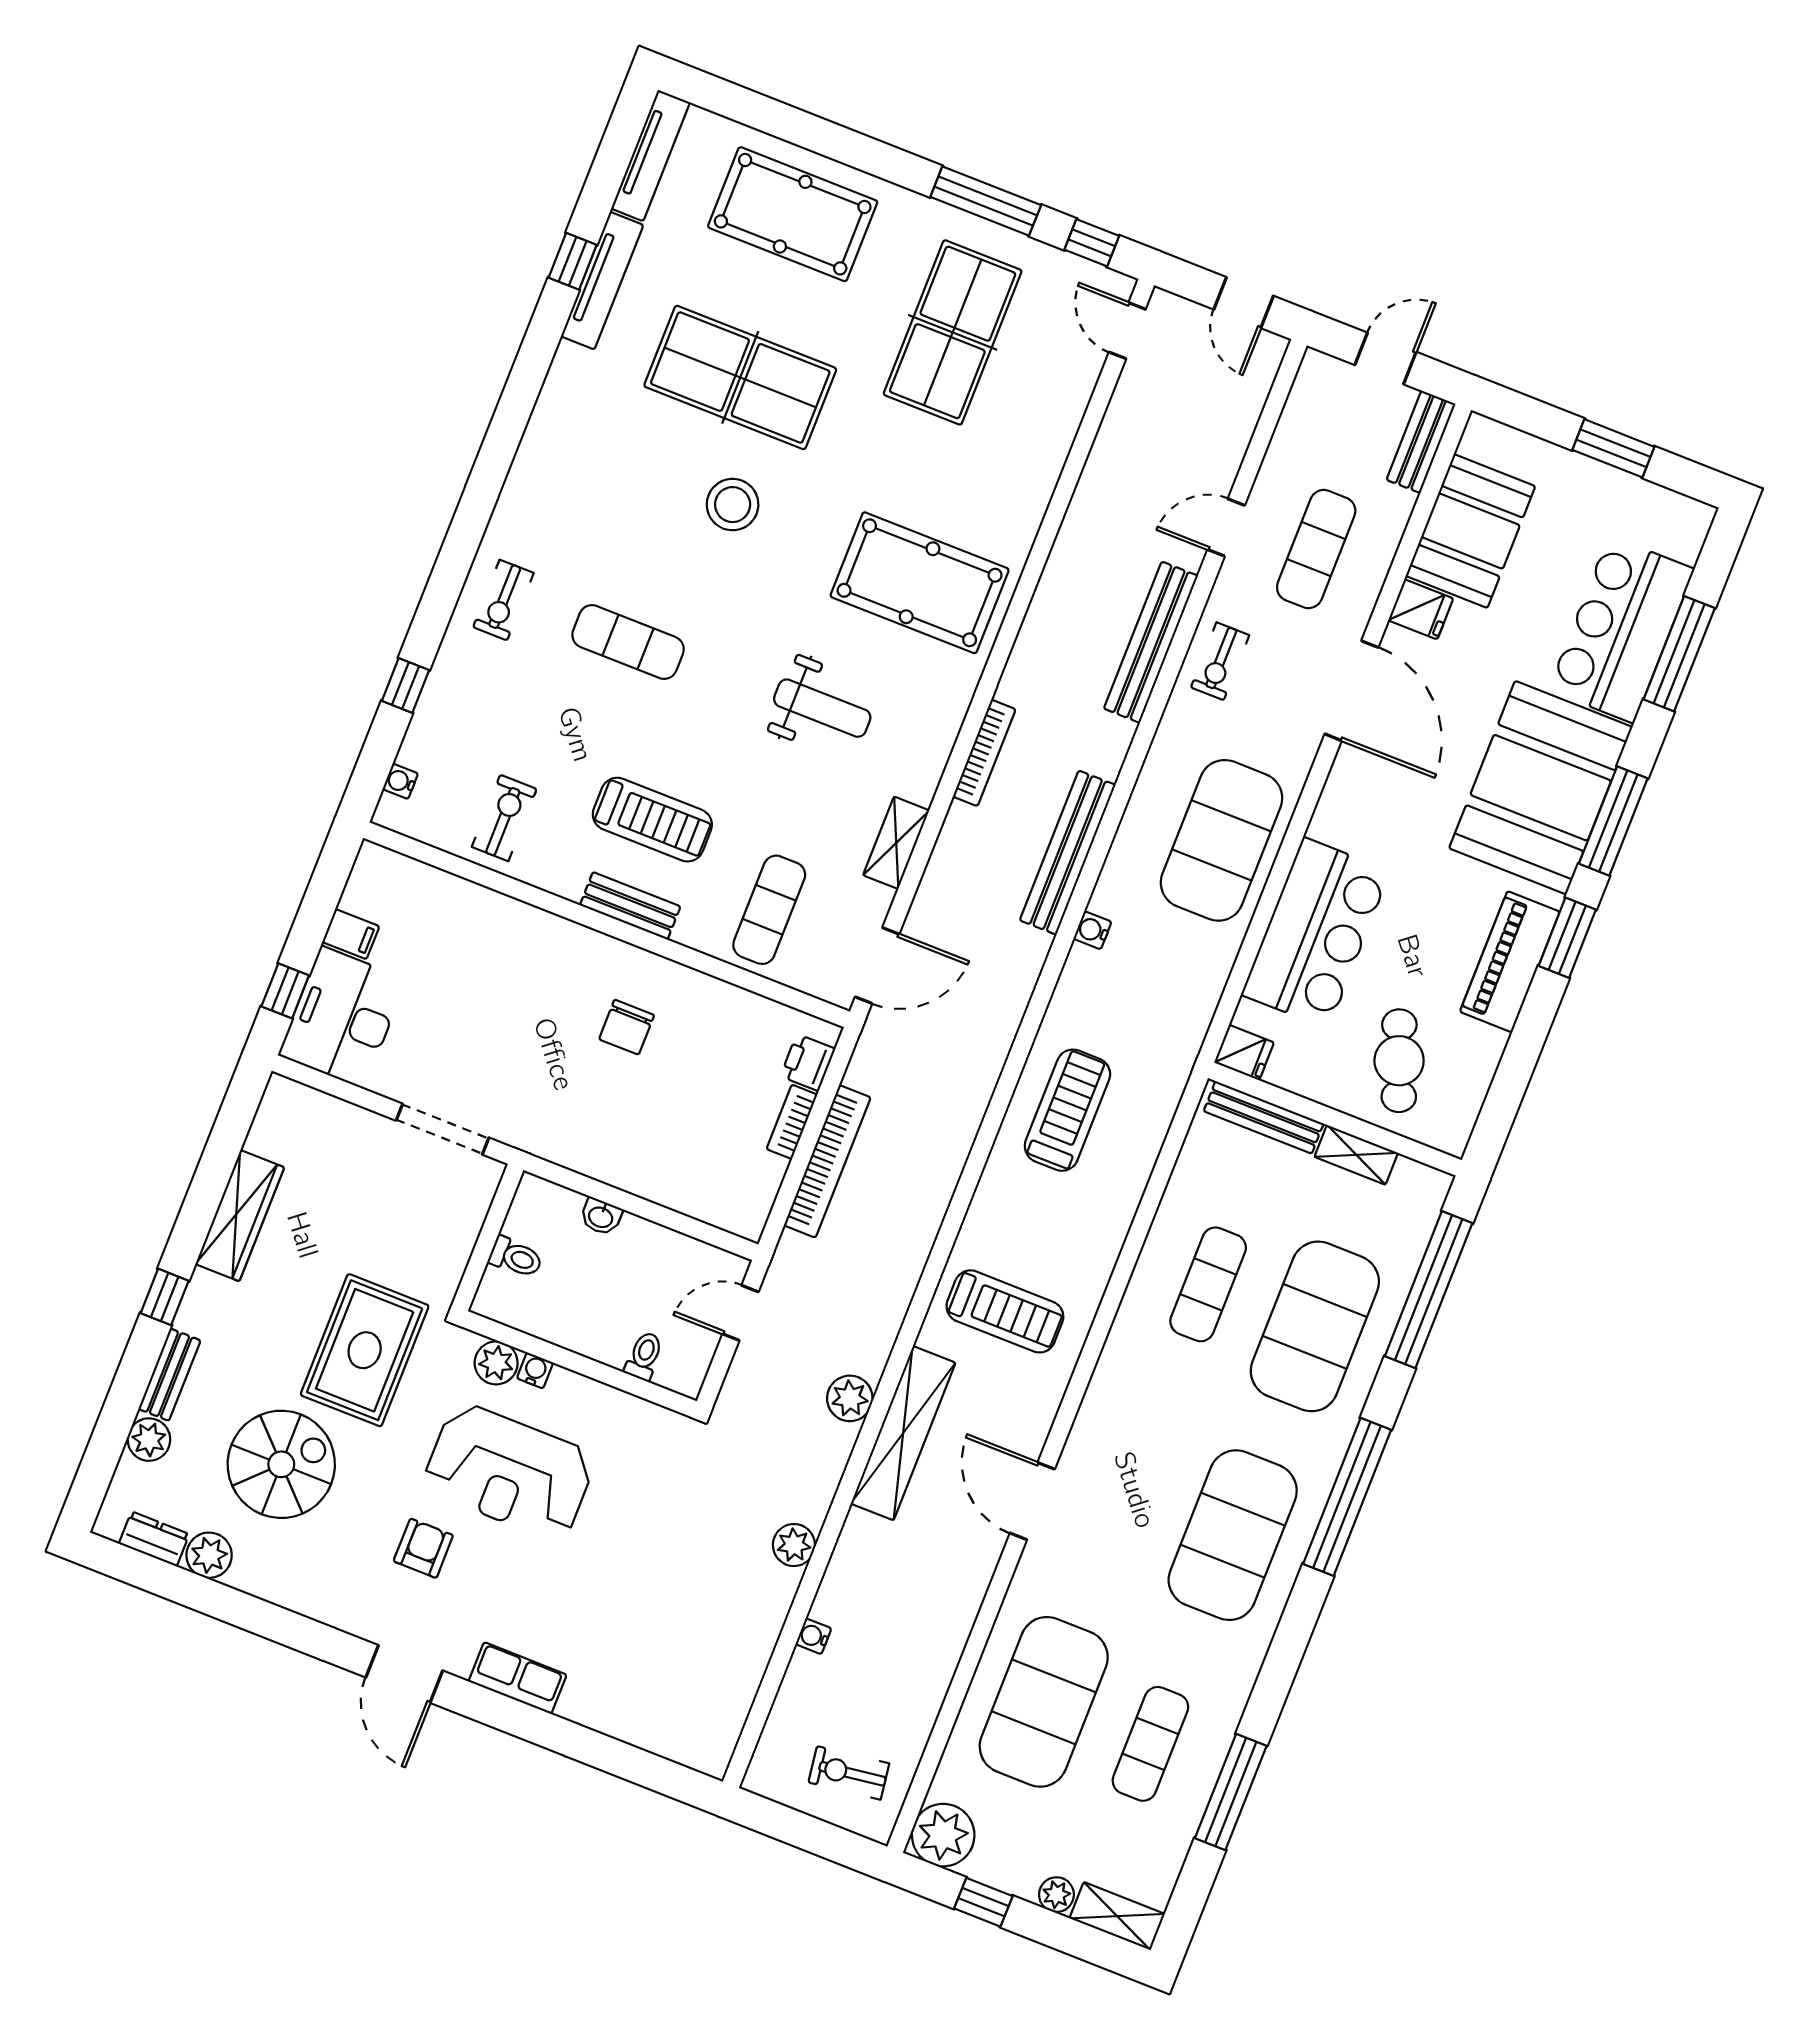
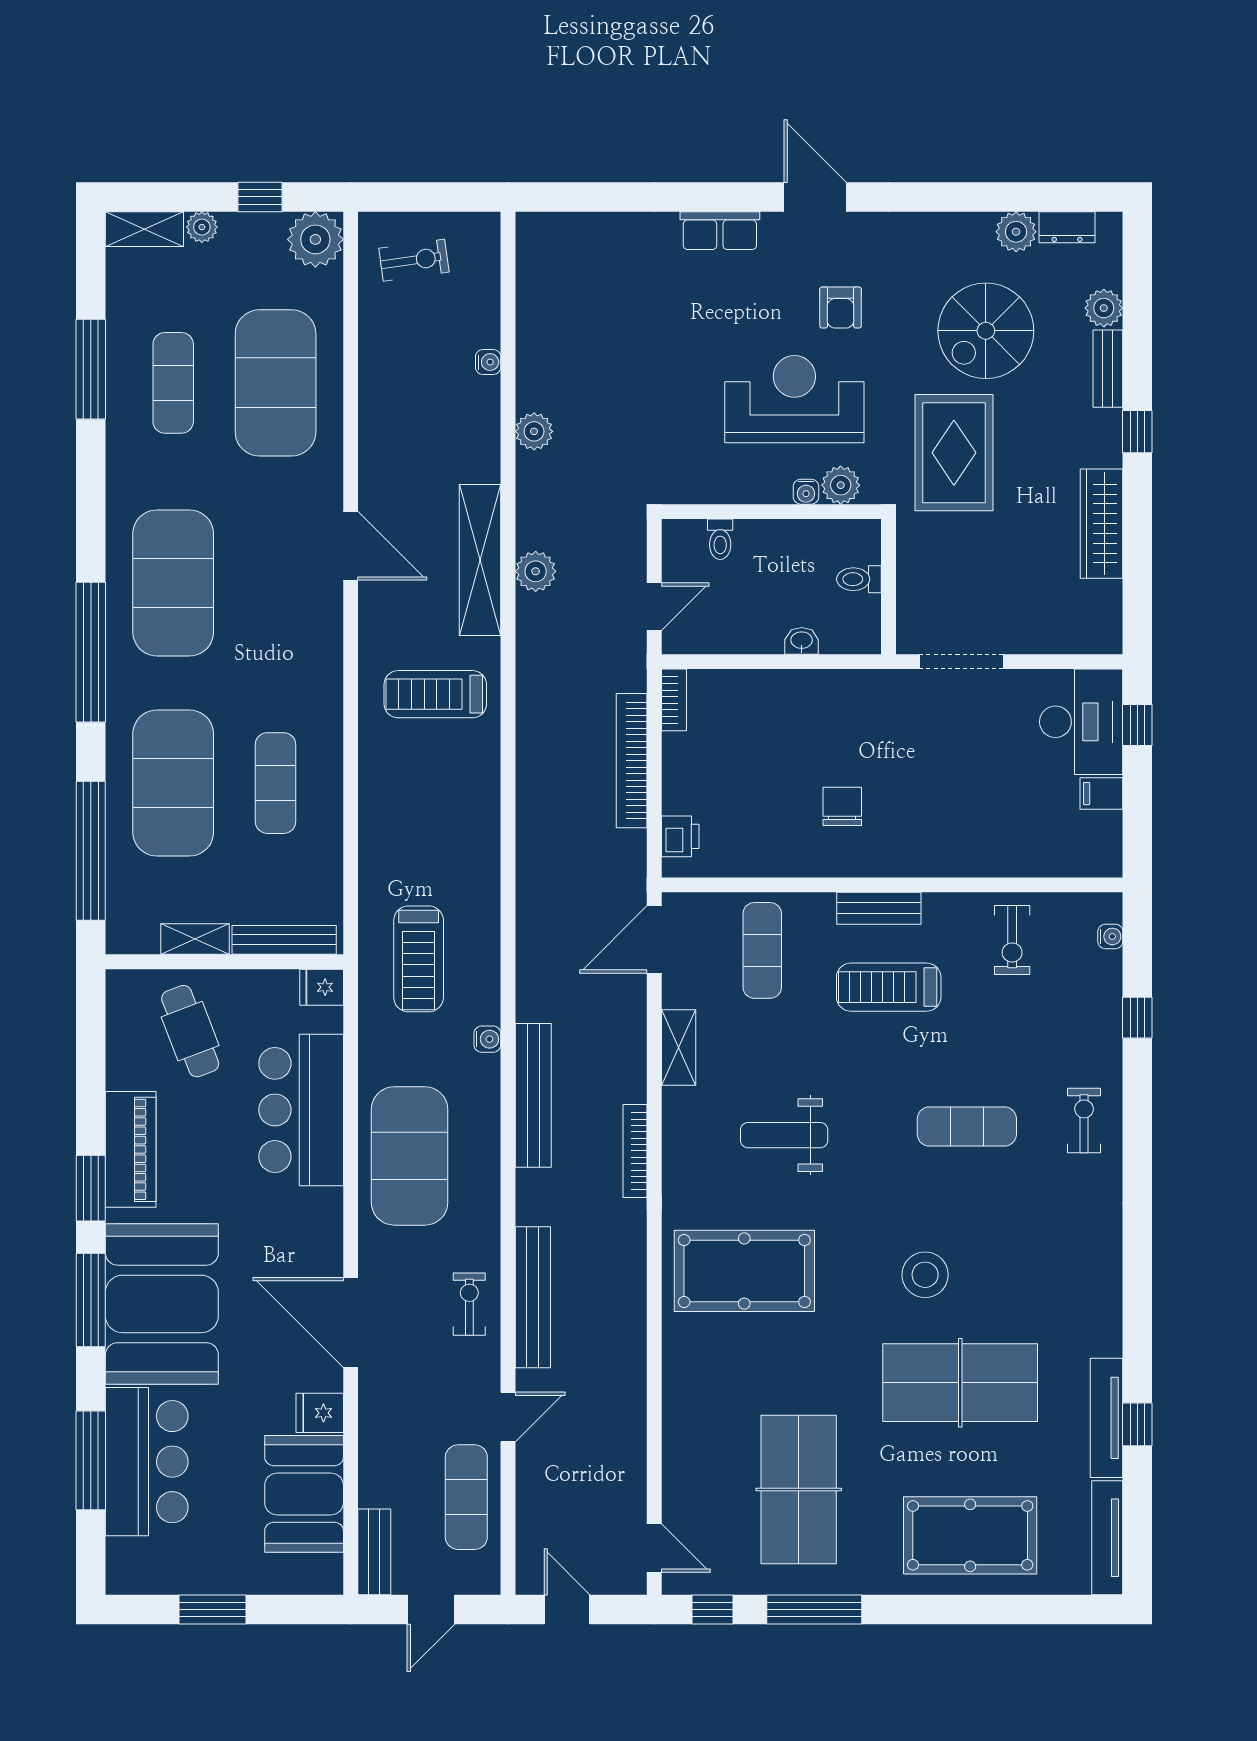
exercise mat: (1316, 549) -> (466, 1497), moved
treadmill: (1067, 1110) -> (419, 959), moved
bookcase: (792, 1122) -> (674, 700), moved

